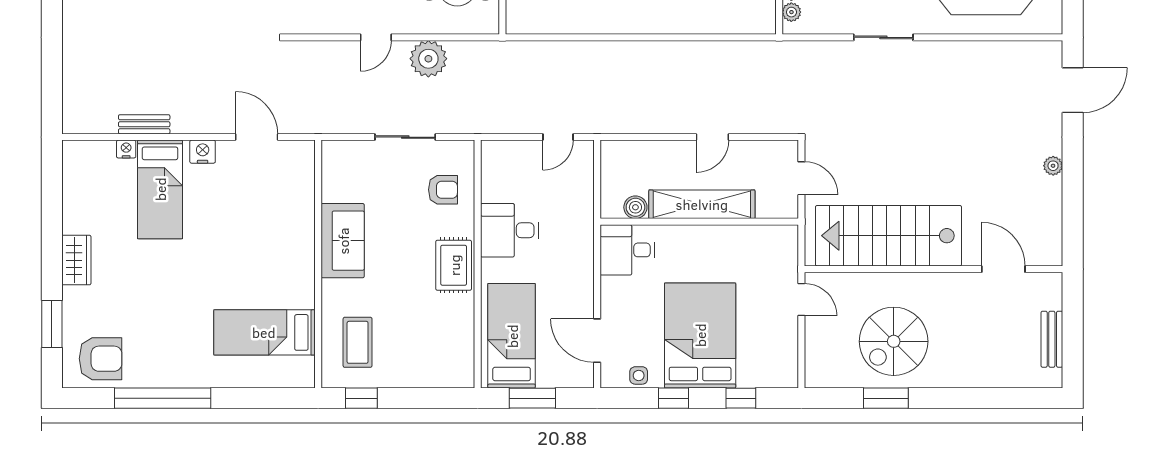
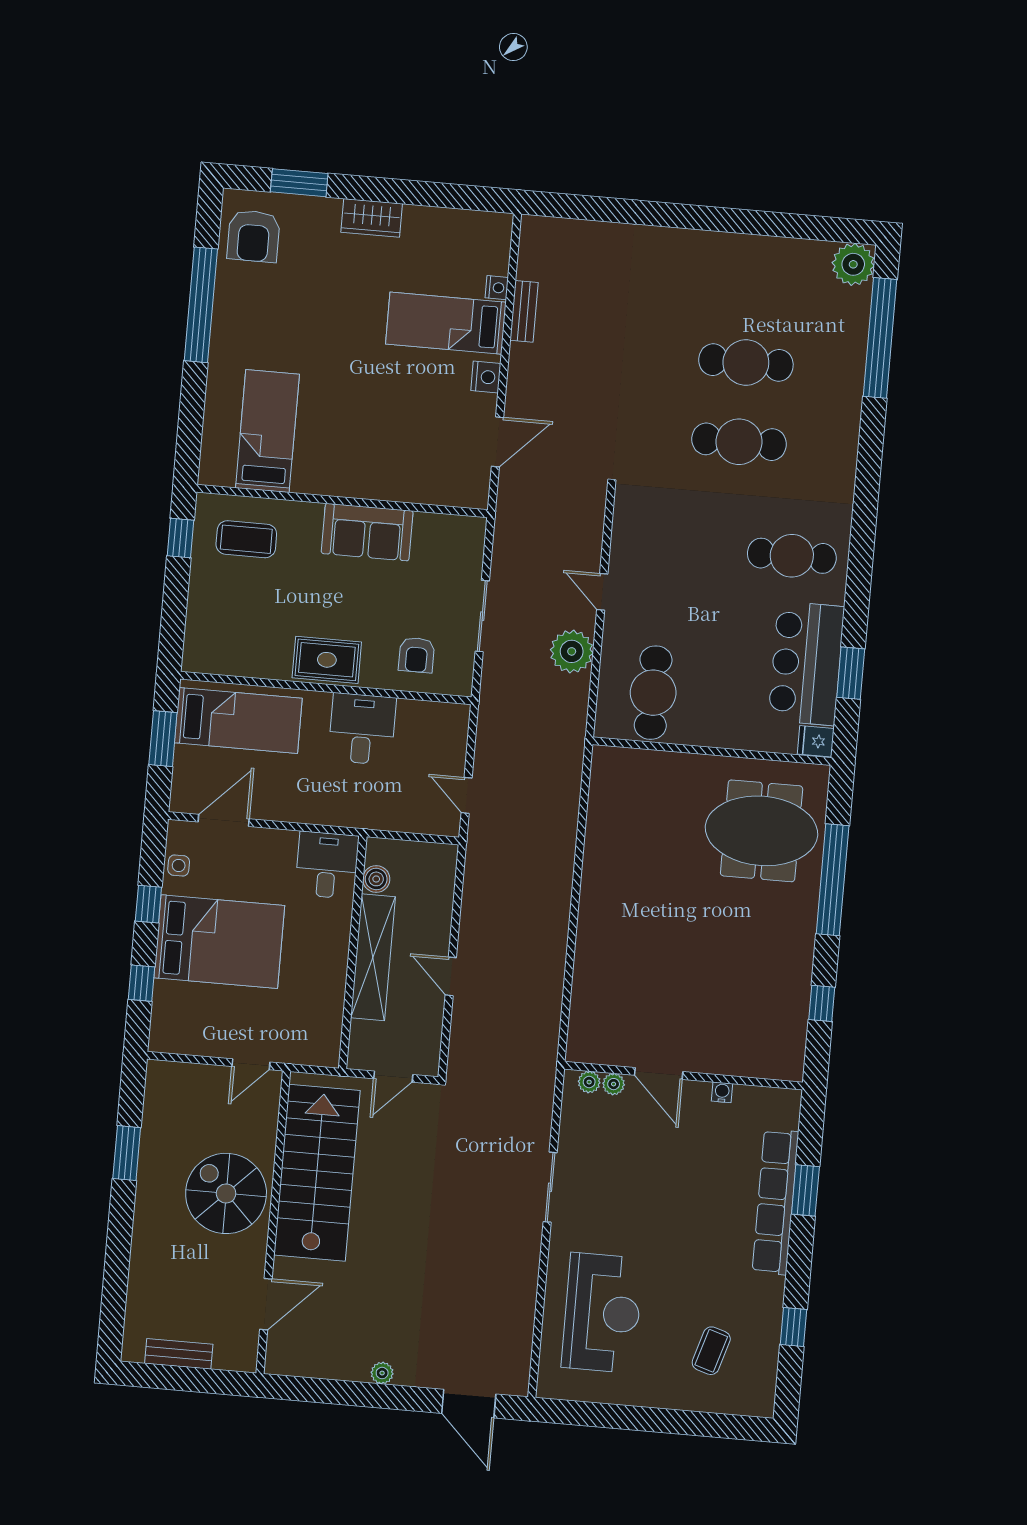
spiral stairs: (894, 341) -> (226, 1193), moved

